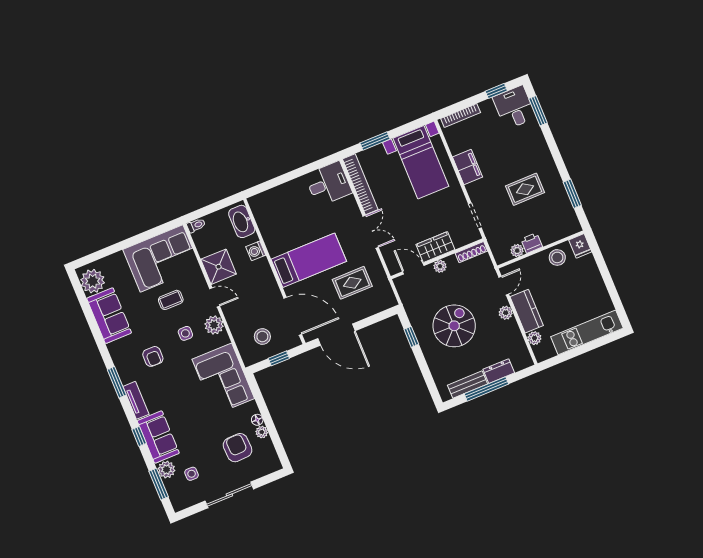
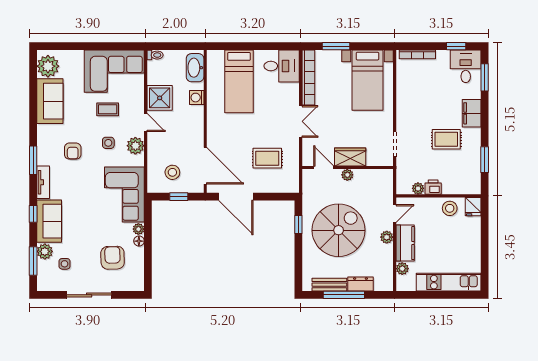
filing cabinet: (468, 167) -> (472, 113), moved, turned 180
shoe rack: (471, 252) -> (379, 174), removed
bed: (309, 260) -> (239, 81), moved, turned 90
spiral stairs: (454, 326) -> (339, 230), width x1.37, depth x1.37
plant: (262, 432) -> (138, 229), moved

